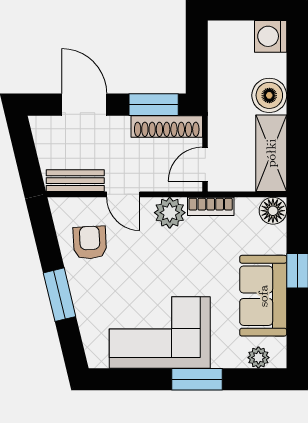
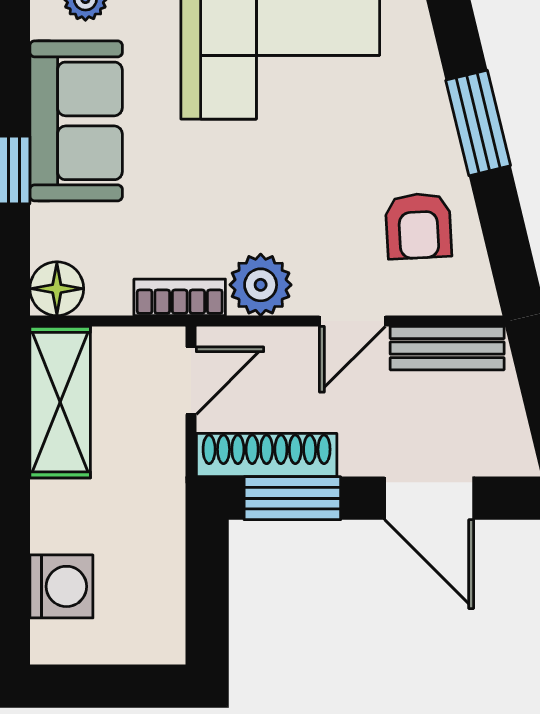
washing machine: (271, 36) -> (61, 586), moved
boiler: (269, 95) -> (64, 516), removed
door: (123, 194) -> (352, 321), swing flipped

